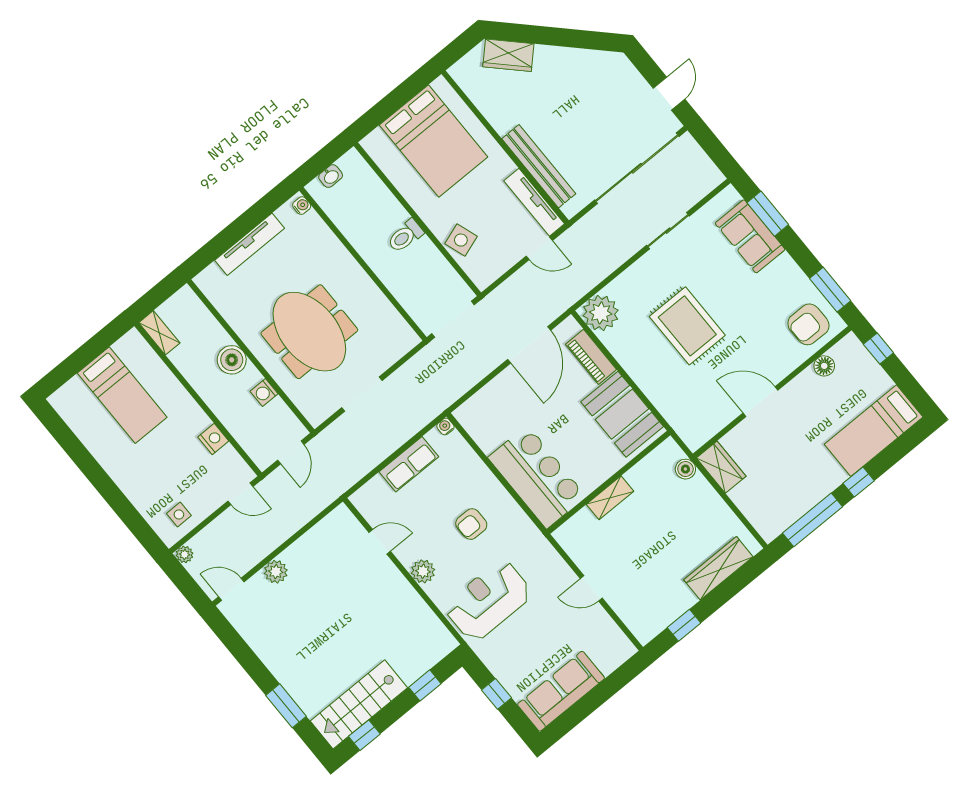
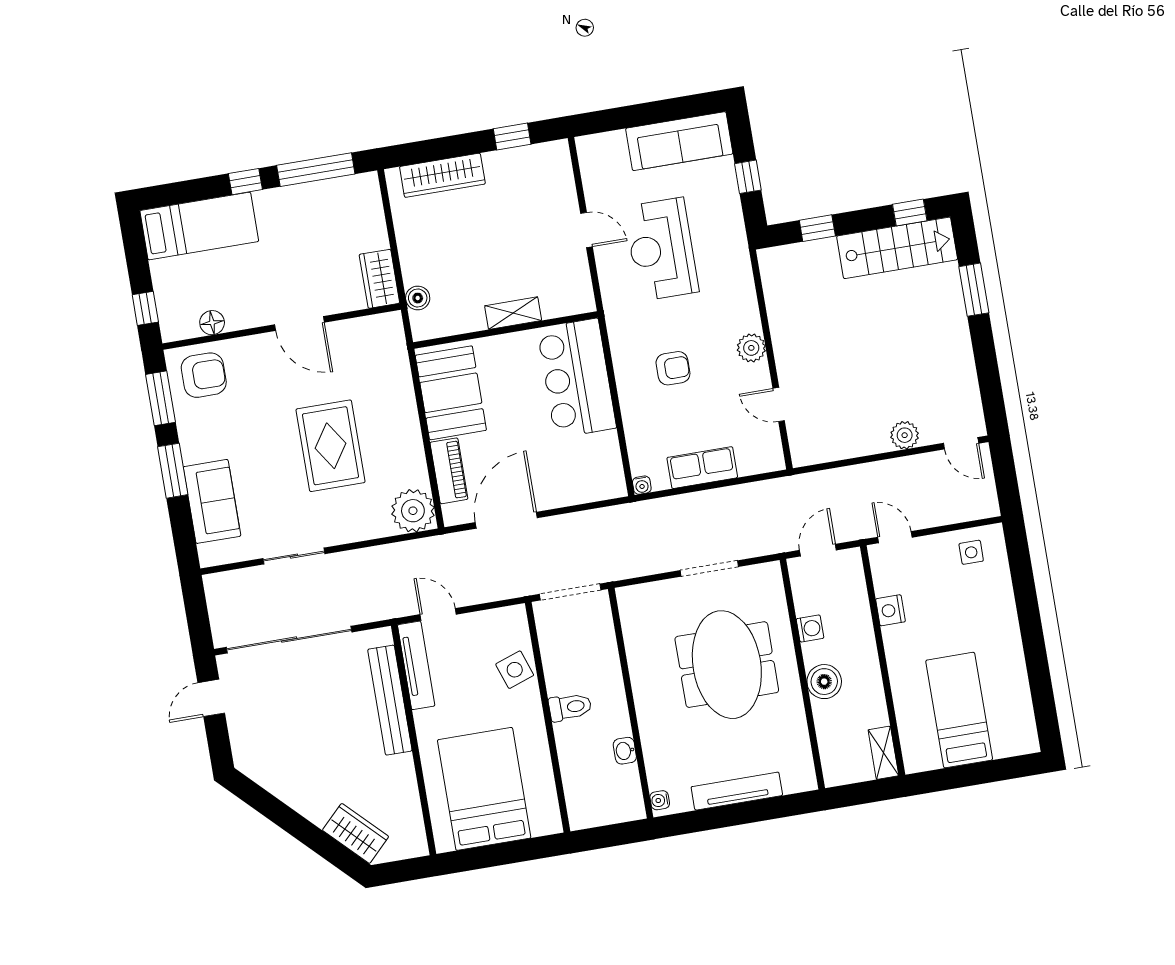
washbasin: (331, 176) -> (625, 751), moved, turned -90
window: (768, 214) -> (173, 471), moved
plant: (185, 554) -> (989, 507), removed
reception desk: (488, 601) -> (661, 249), moved, turned 90

